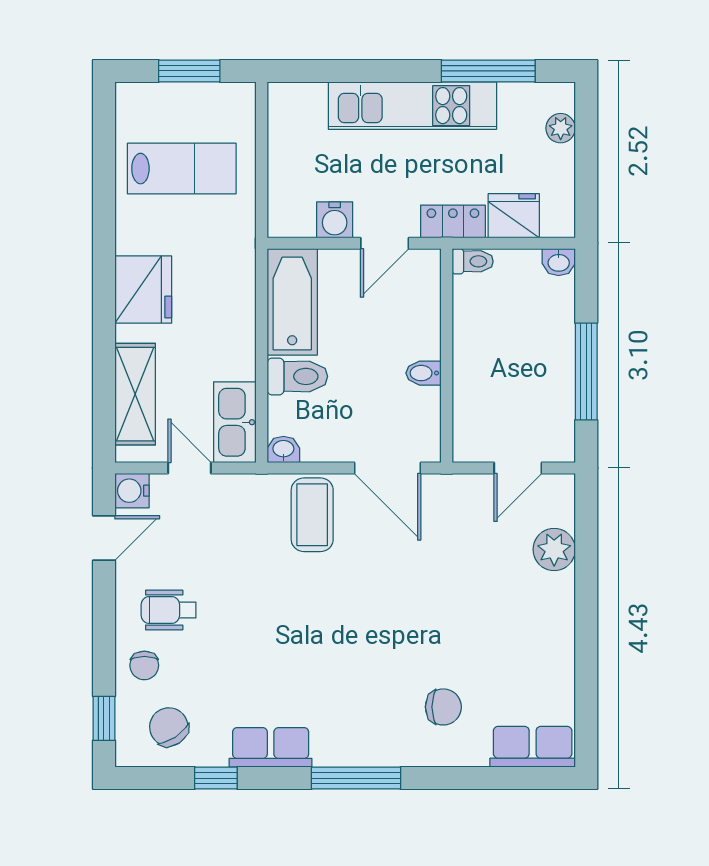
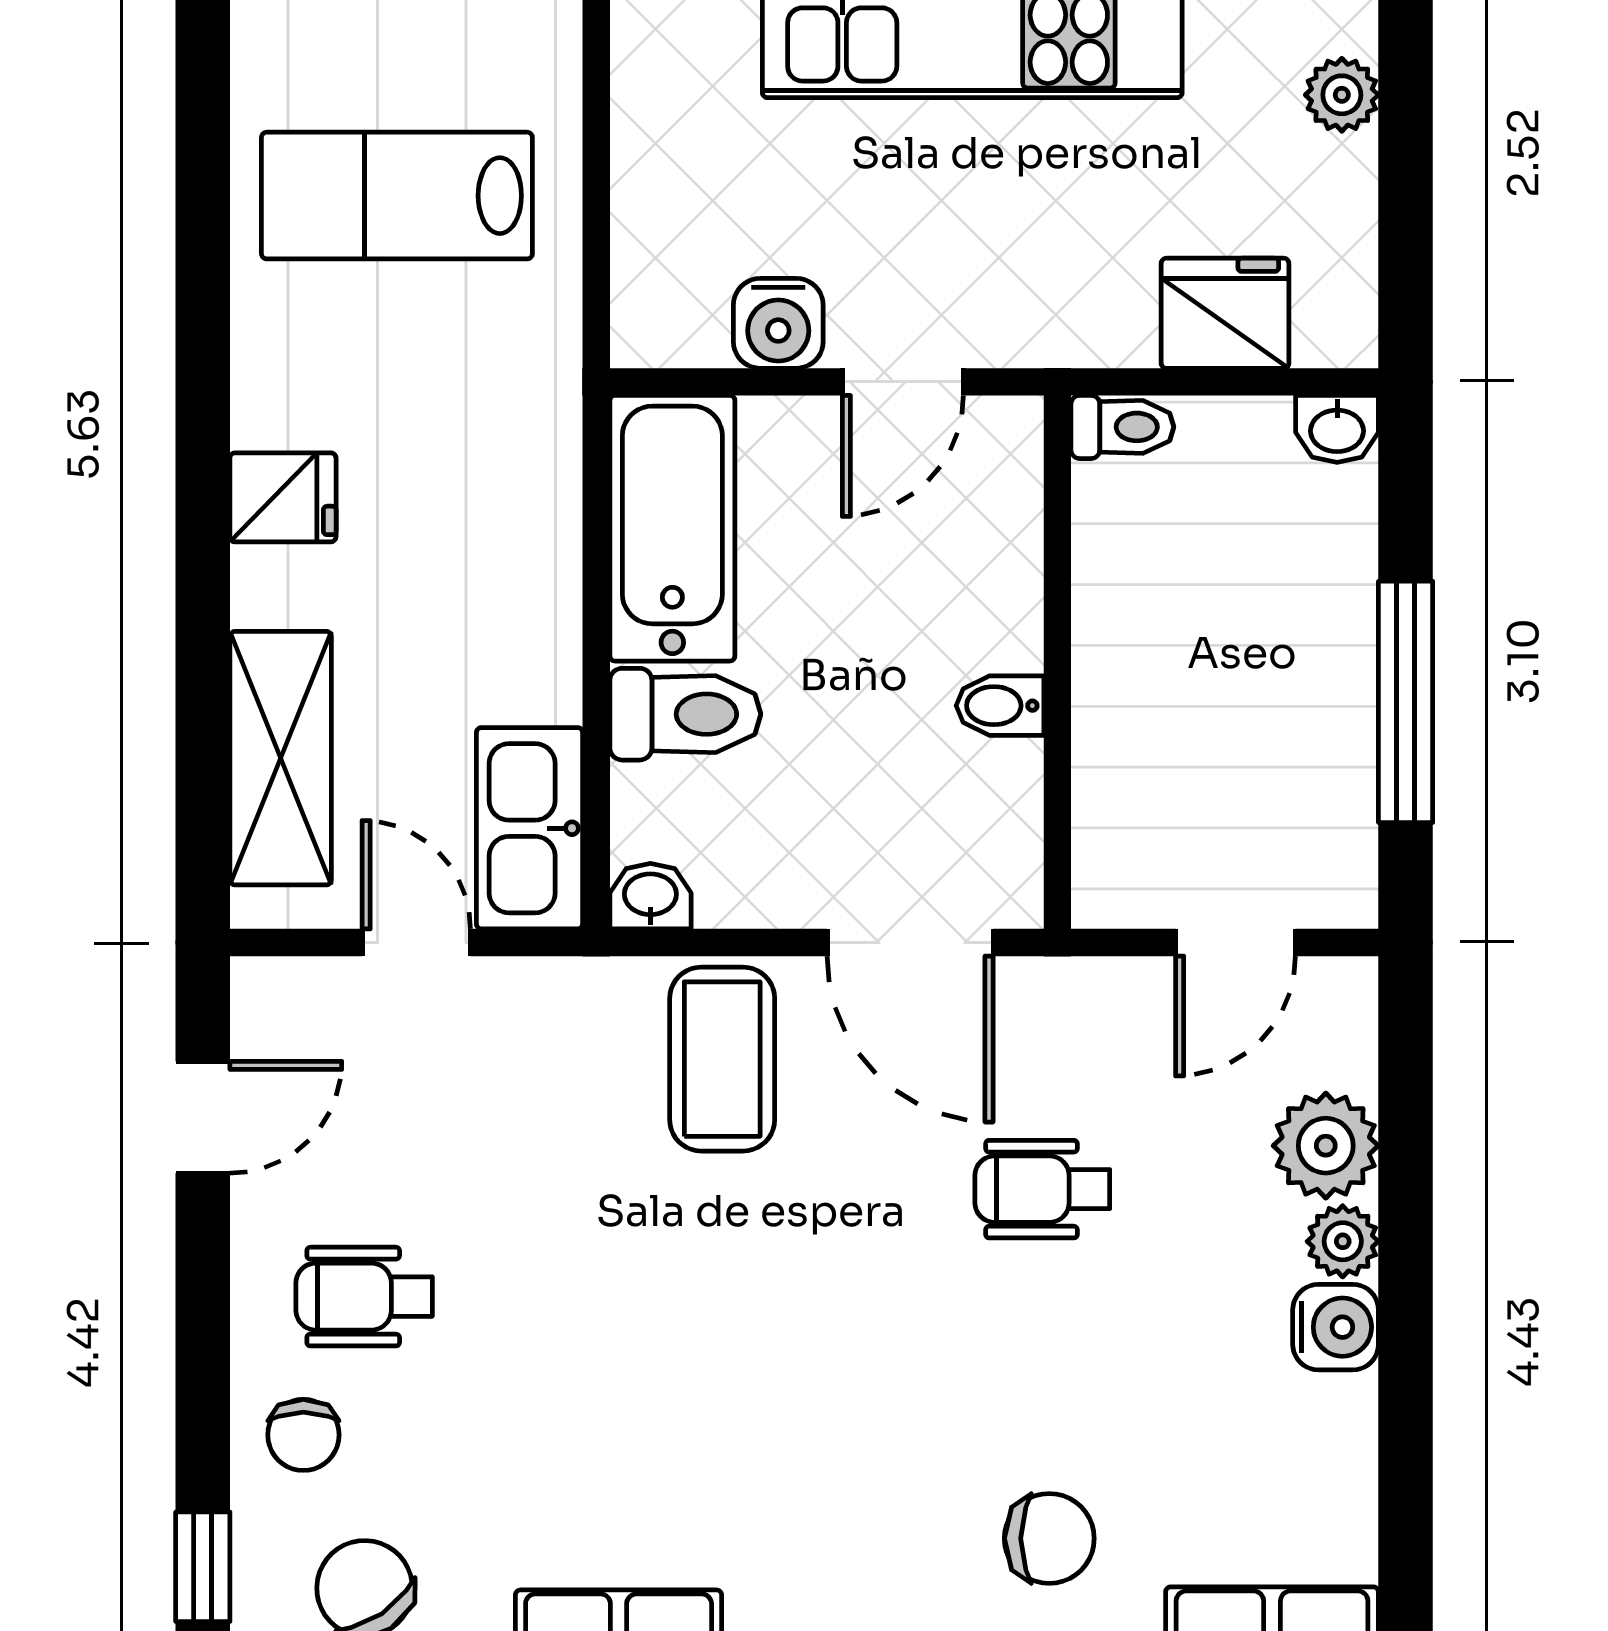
lab bench: (182, 169) -> (397, 196), turned 180
locker: (453, 221) -> (1073, 327), removed
fridge: (143, 290) -> (283, 497), width x0.53, depth x0.75
water cooler: (132, 491) -> (1336, 1327), moved, turned 180
wheelchair: (440, 567) -> (1042, 1189), added
plant: (561, 588) -> (1343, 1241), added

